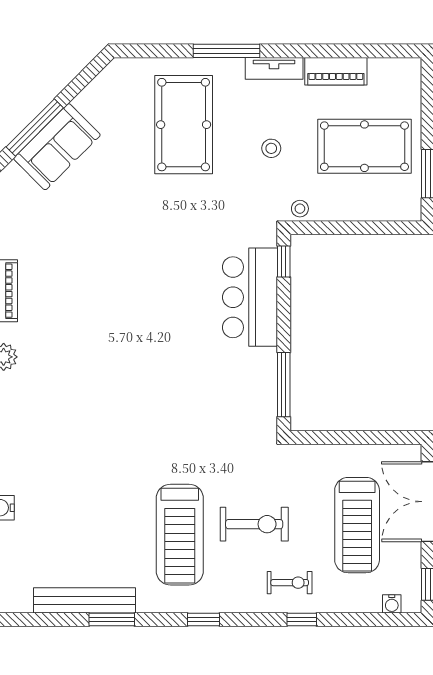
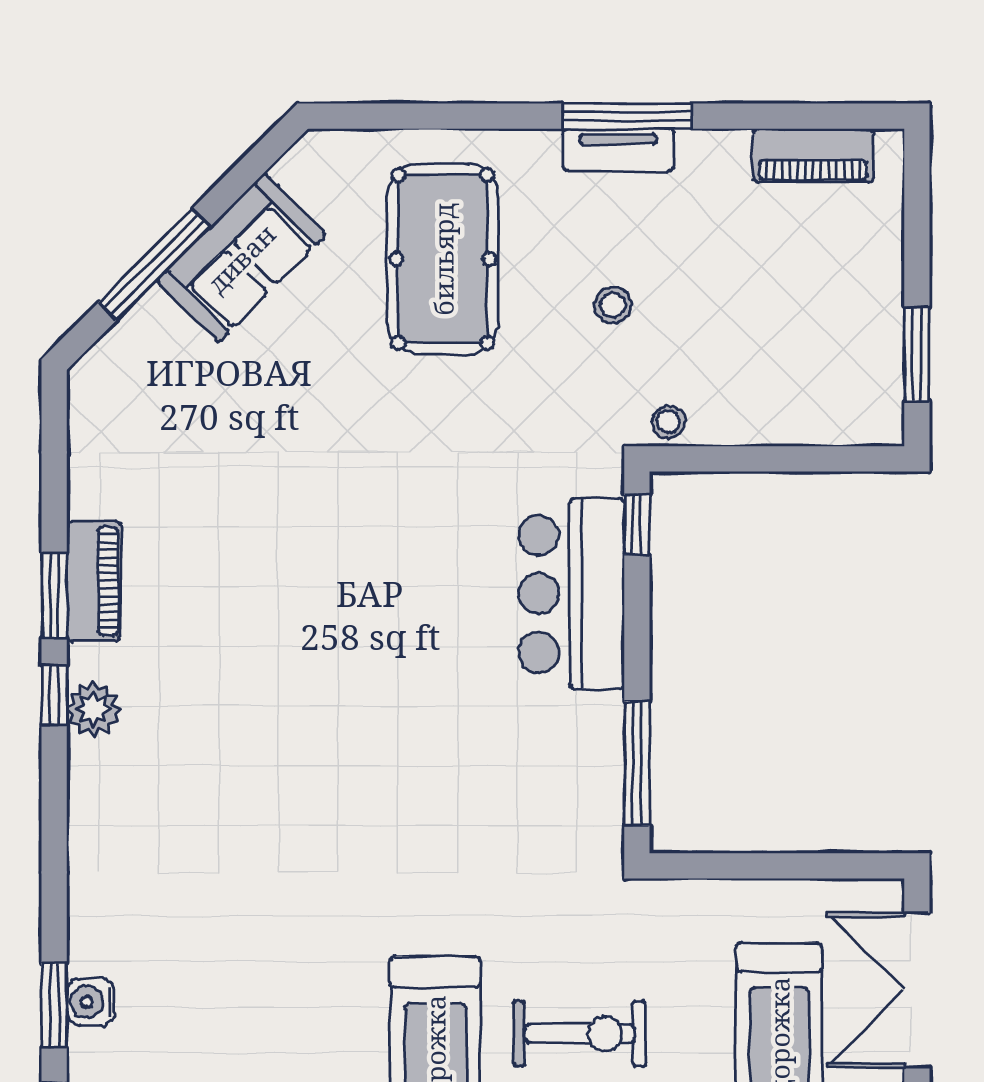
window: (226, 51) -> (627, 116), moved
piano: (336, 71) -> (813, 156), moved
pool table: (364, 146) -> (793, 301), removed
sofa: (57, 147) -> (241, 258), moved

